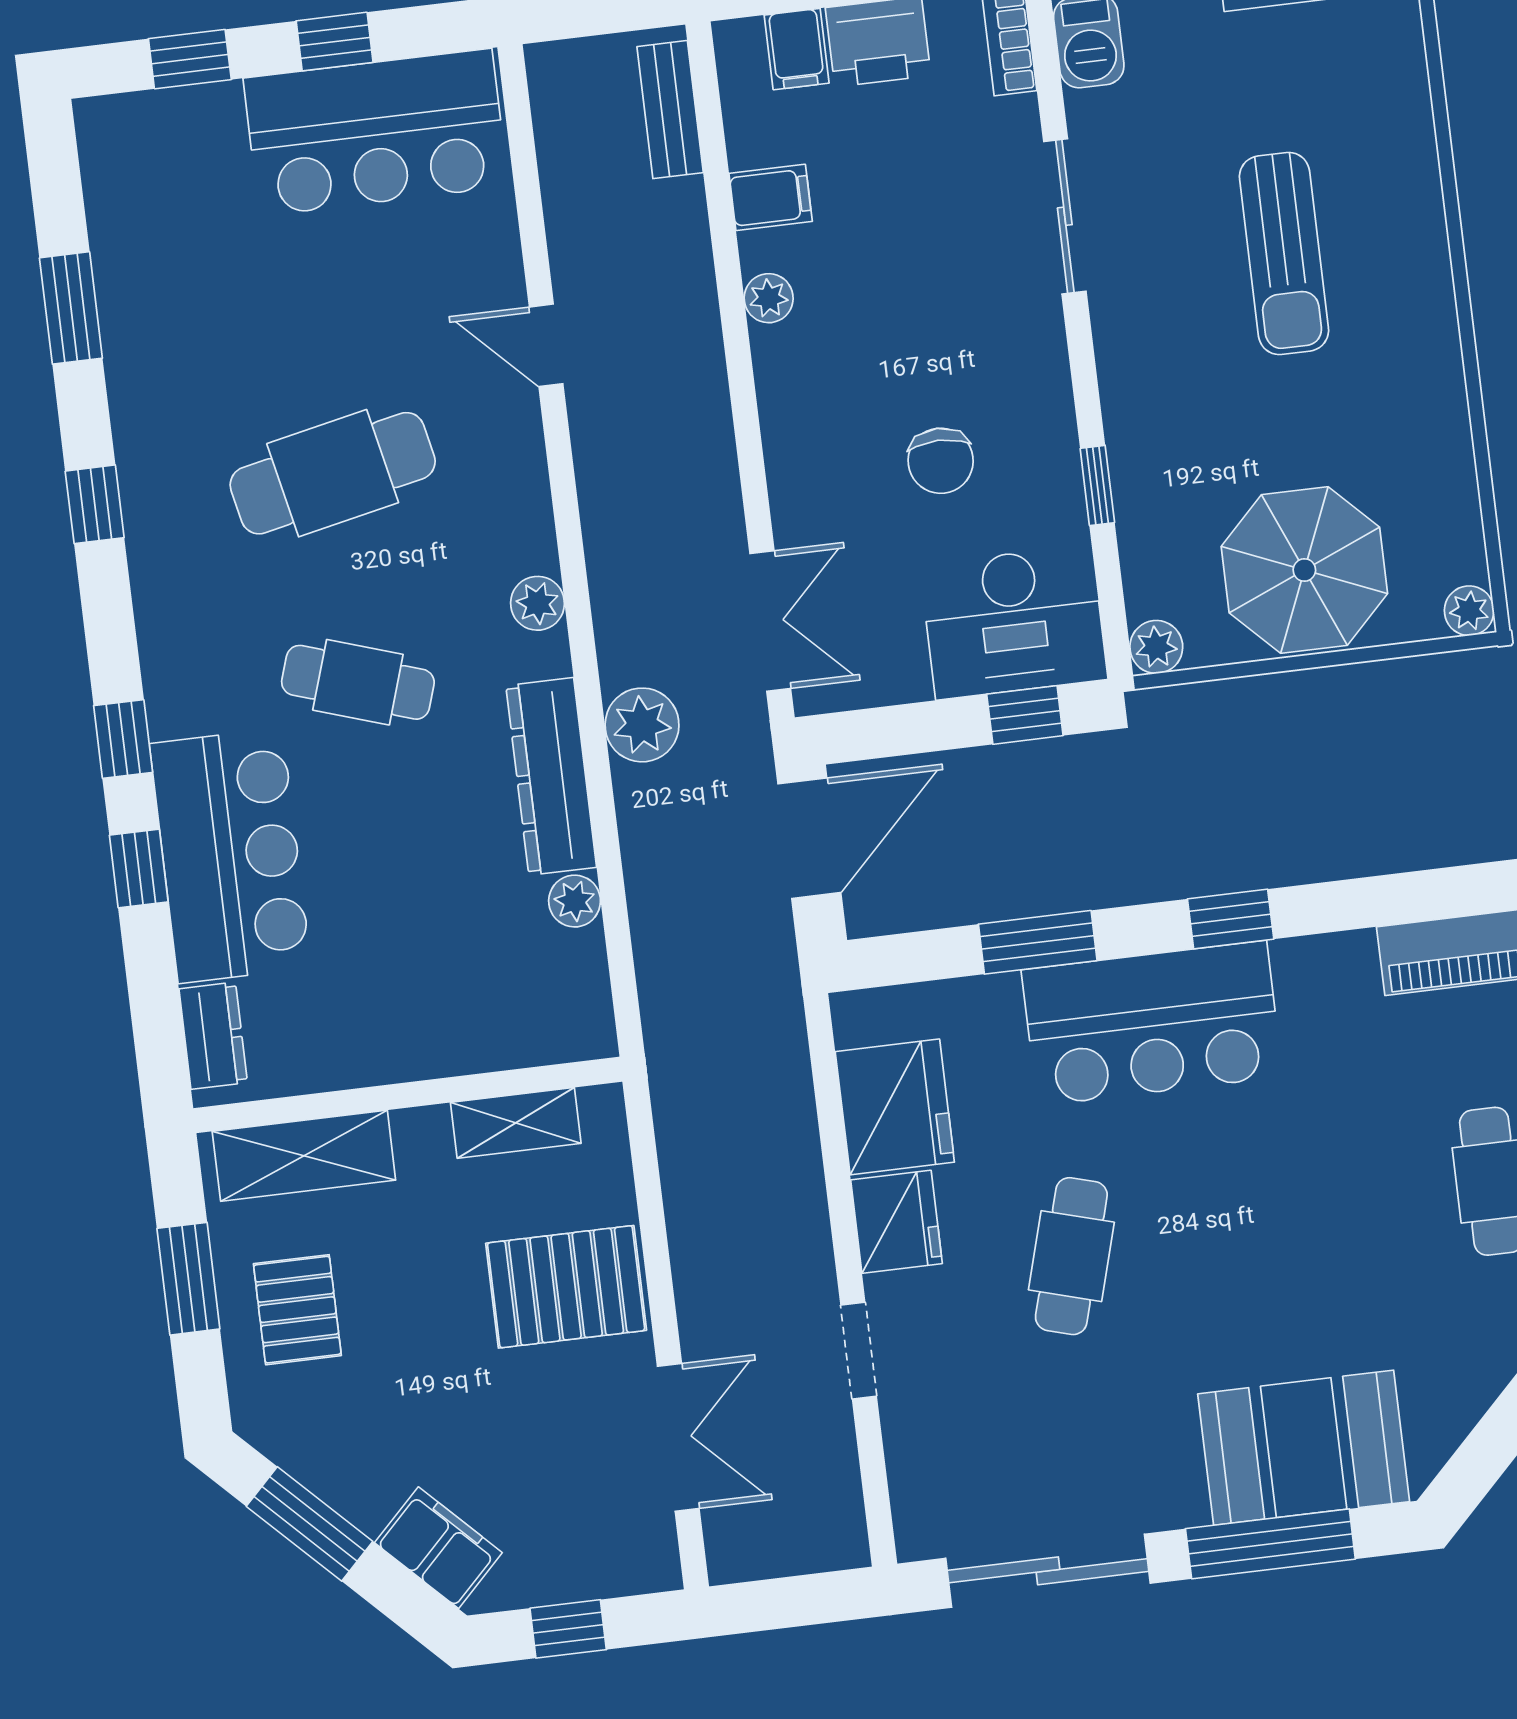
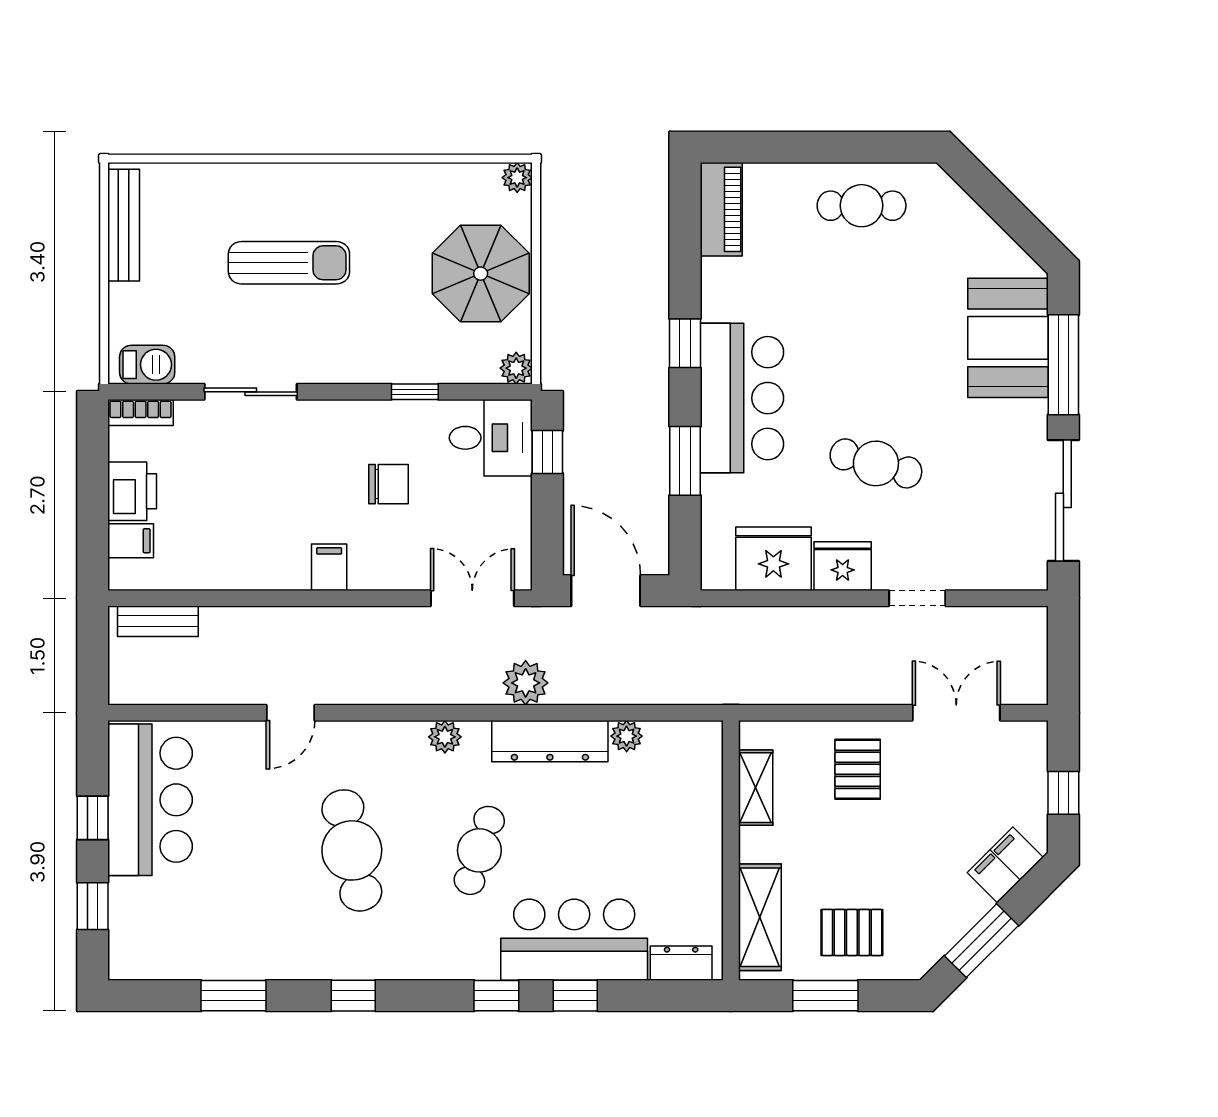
filing cabinet: (771, 197) -> (329, 567), moved
plant: (769, 298) -> (278, 576), removed
desk: (1014, 622) -> (491, 438), width x0.73
pallet: (566, 1287) -> (858, 769), width x0.67, depth x0.71

